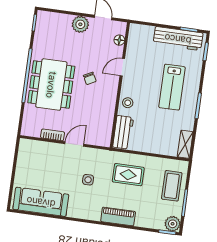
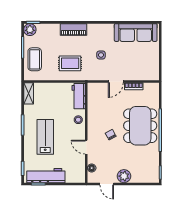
door: (122, 67) -> (86, 147), swing flipped

